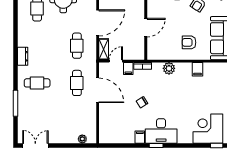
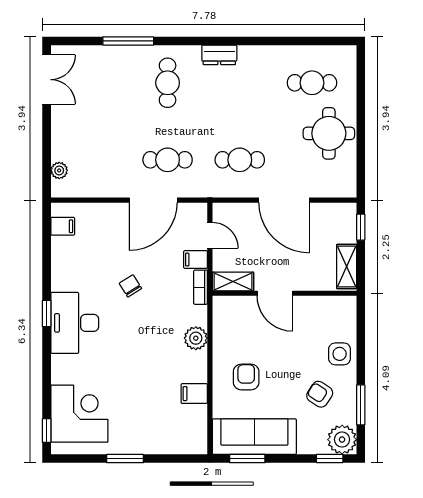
shelving: (104, 49) -> (233, 281), moved
filing cabinet: (140, 137) -> (63, 226), moved

